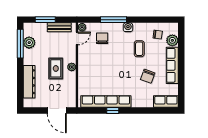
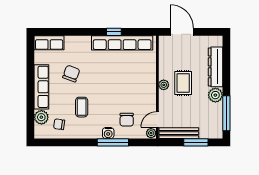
bench: (59, 27) -> (179, 133), width x1.36
water cooler: (128, 27) -> (108, 133), moved
plant: (29, 43) -> (215, 95), moved

